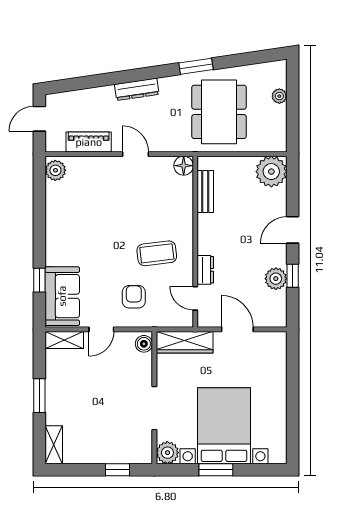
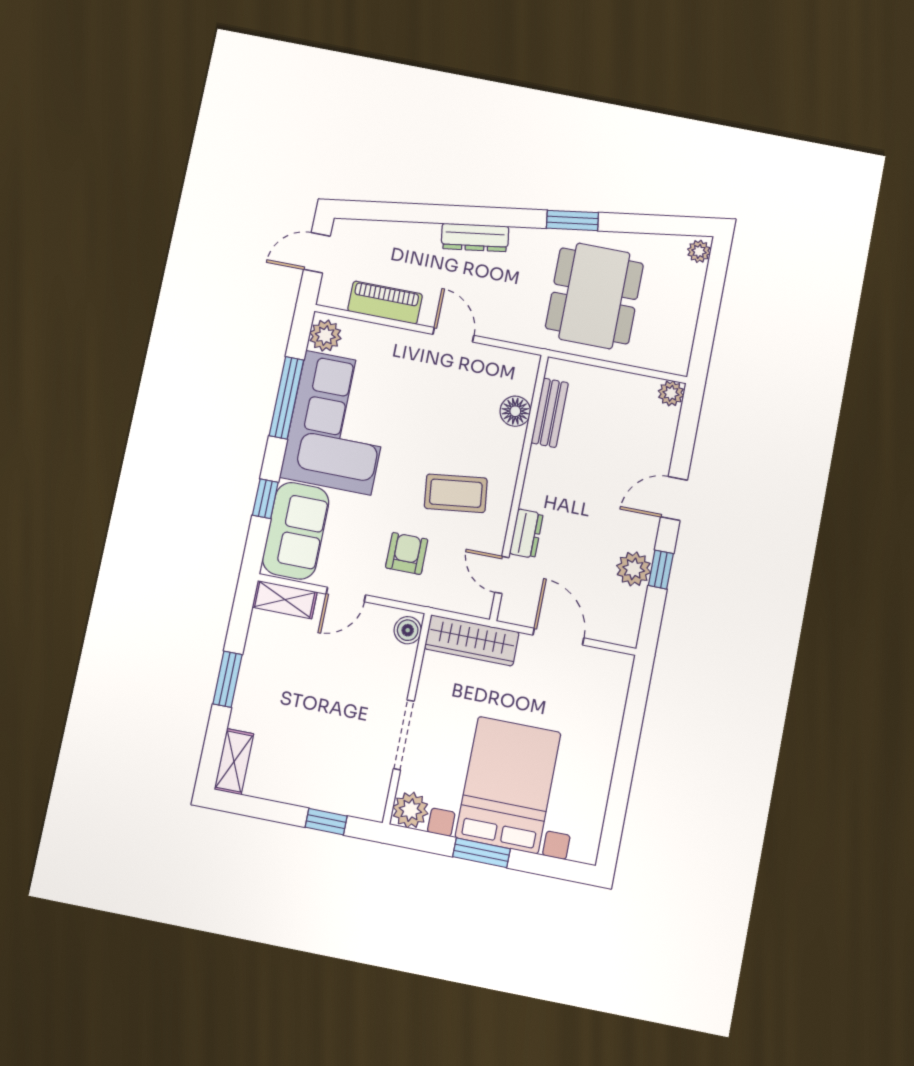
plant: (279, 96) -> (699, 251), moved
floor lamp: (184, 166) -> (515, 411), moved
plant: (271, 172) -> (671, 393), width x0.53, depth x0.53
window: (39, 214) -> (286, 398), added
corner sofa: (75, 224) -> (338, 423), added

